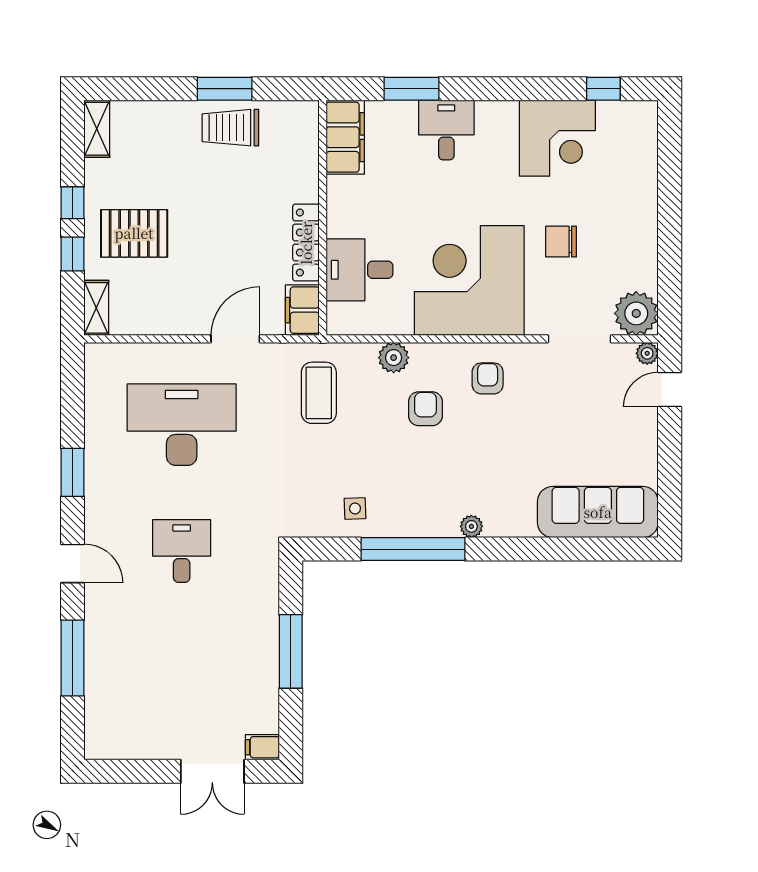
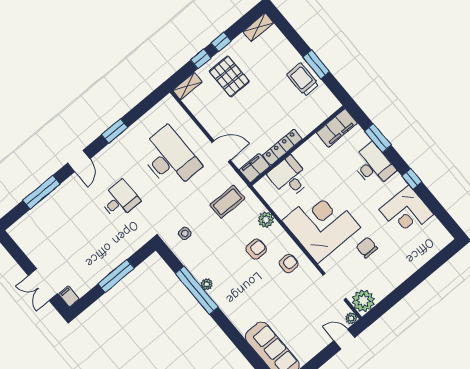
window: (603, 89) -> (412, 179), moved
desk: (446, 130) -> (373, 165), width x1.37
side table: (355, 508) -> (185, 233), moved
plant: (471, 526) -> (207, 284), moved

